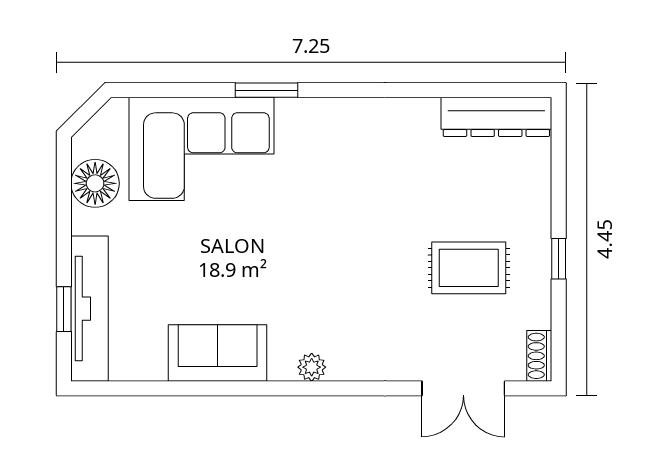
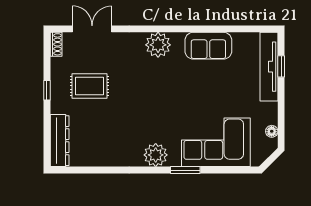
dresser: (496, 117) -> (60, 141), moved, turned 90
plant: (329, 122) -> (156, 155), added
floor lamp: (95, 183) -> (272, 131), width x0.53, depth x0.53
plant: (312, 367) -> (158, 45), width x1.88, depth x1.88

